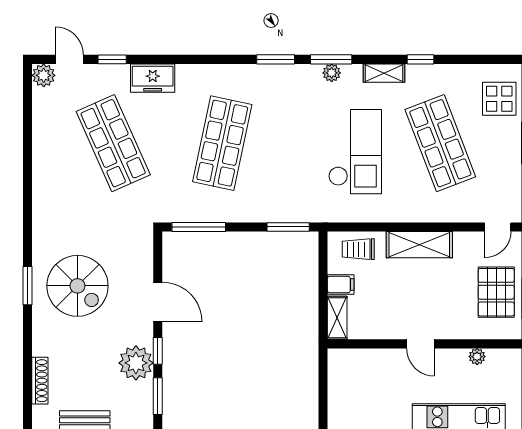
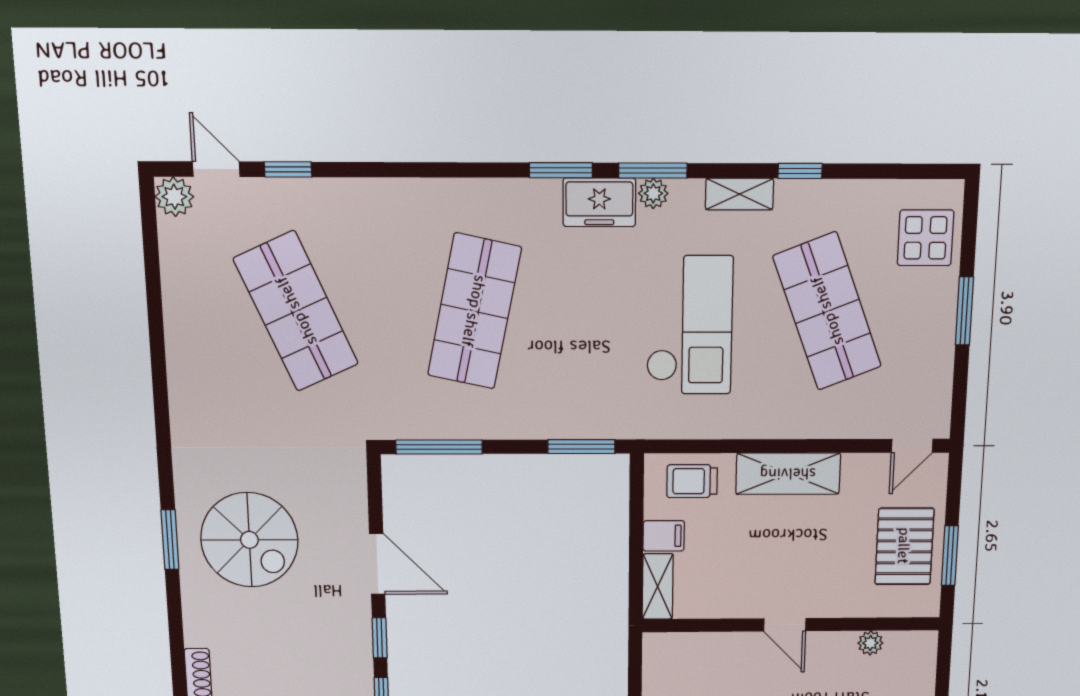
freezer: (153, 78) -> (599, 202), moved
plant: (136, 363) -> (346, 656), removed

